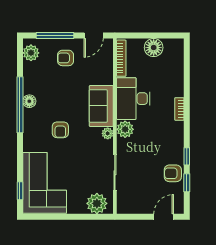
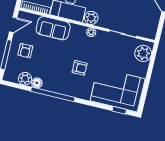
door: (94, 35) -> (13, 25), hinge flipped
plant: (31, 53) -> (25, 79), moved
floor lamp: (29, 101) -> (37, 83), moved
sofa: (101, 106) -> (53, 28), moved

